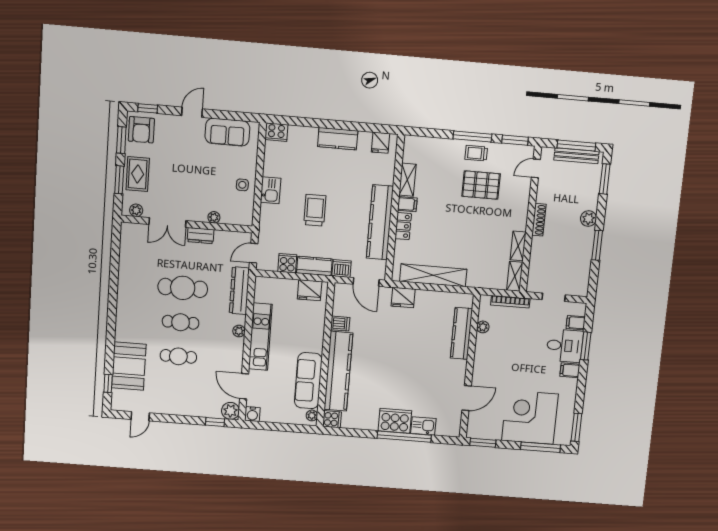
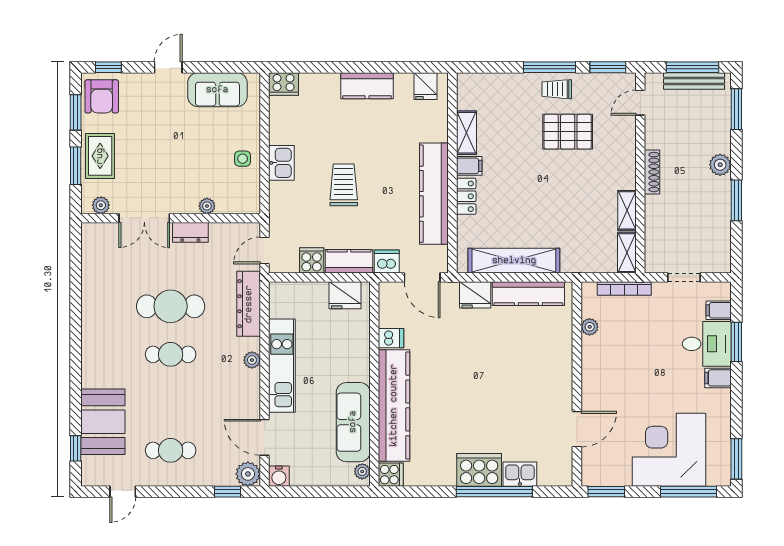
kitchen counter: (461, 333) -> (528, 294), moved, turned -90
cafe table: (178, 356) -> (171, 450), moved

